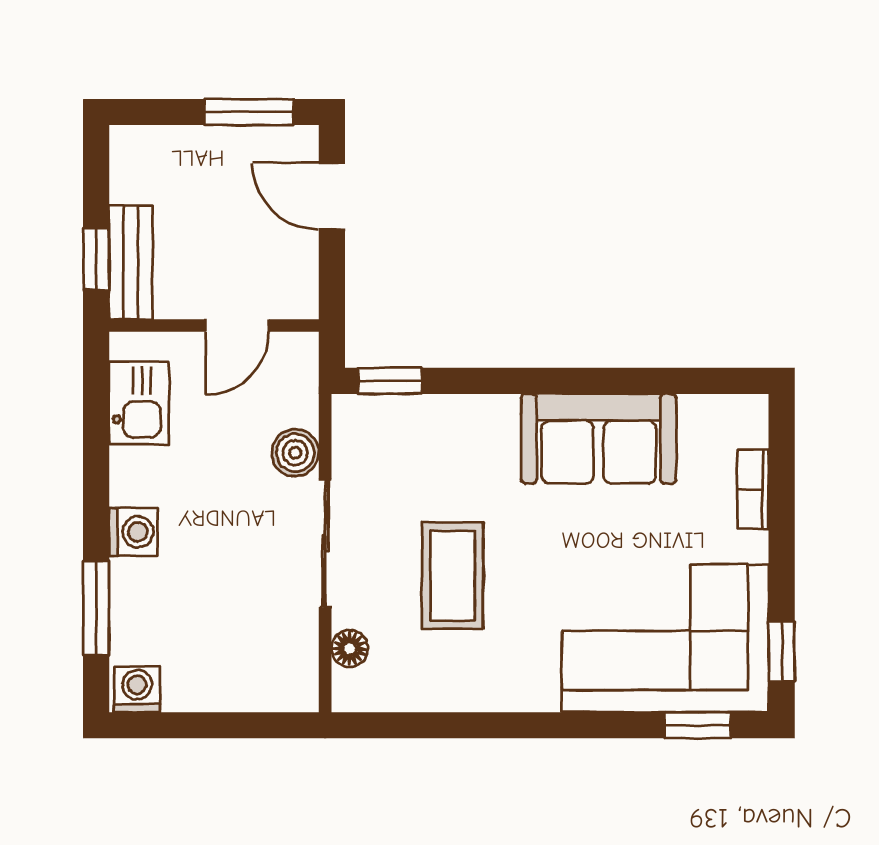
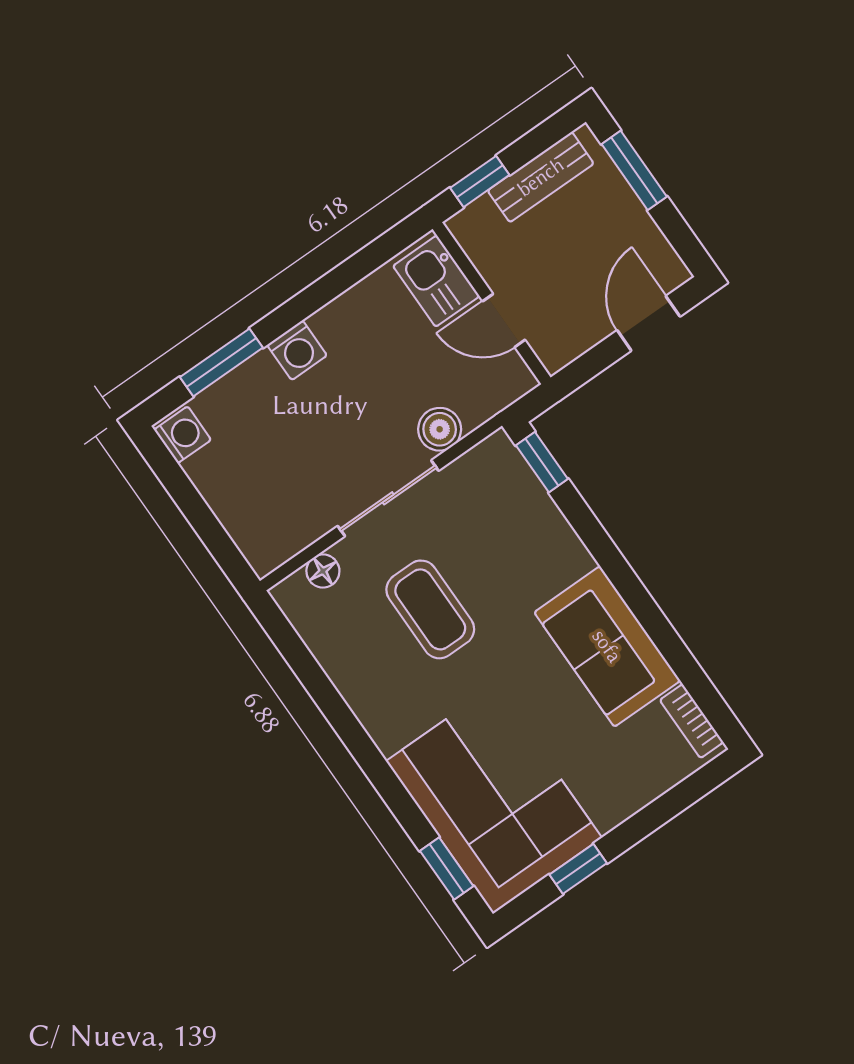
window: (249, 112) -> (634, 170), moved
bench: (131, 262) -> (541, 177), moved
kitchen sink: (139, 403) -> (436, 281), moved, turned 90
bookcase: (753, 489) -> (692, 721), moved, turned -90
coffee table: (453, 576) -> (430, 609), turned 90
window: (782, 652) -> (578, 869), moved

